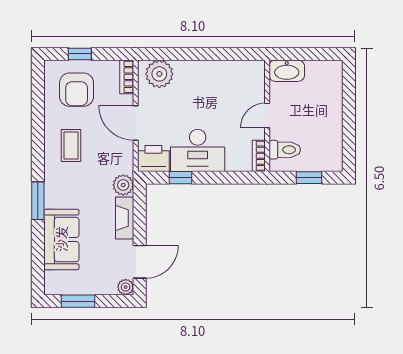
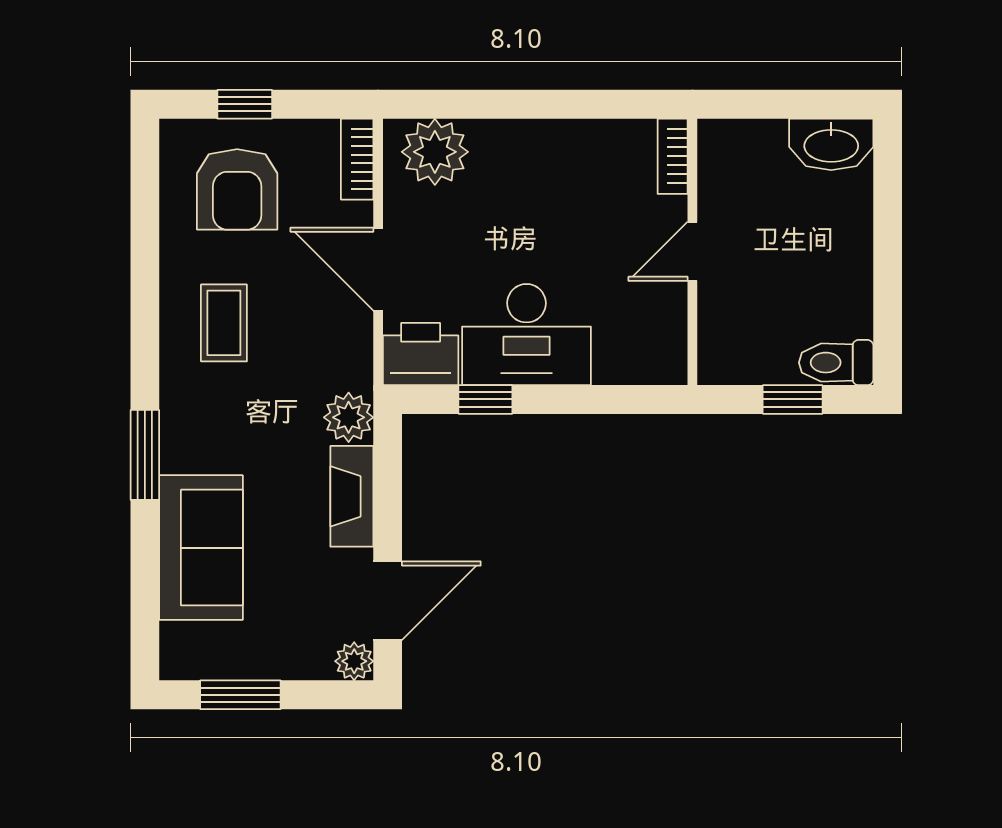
washbasin: (287, 71) -> (831, 144), moved
toilet: (285, 150) -> (836, 363), moved, turned 180
bookcase: (259, 156) -> (673, 156), moved

